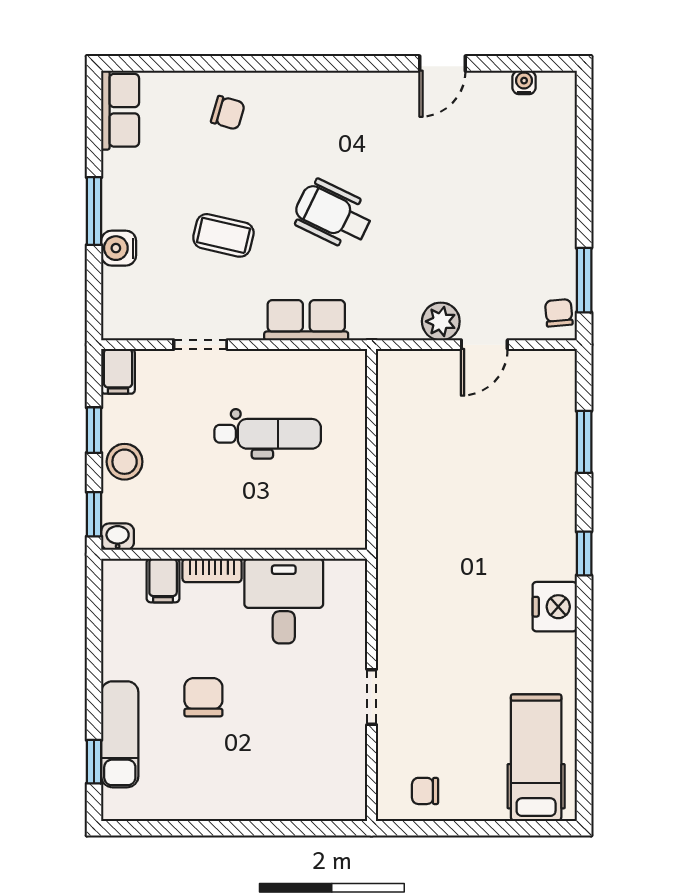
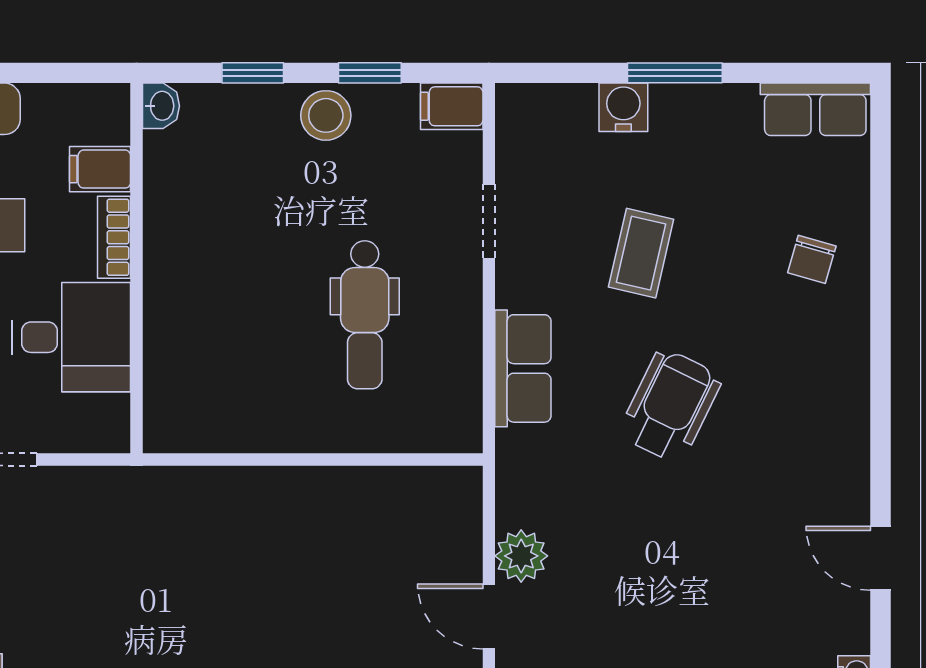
washbasin: (118, 537) -> (161, 106), moved
wall: (234, 554) -> (137, 268), moved
bookcase: (212, 570) -> (114, 237), moved
filing cabinet: (163, 580) -> (100, 169), moved
desk: (284, 601) -> (71, 337), moved

